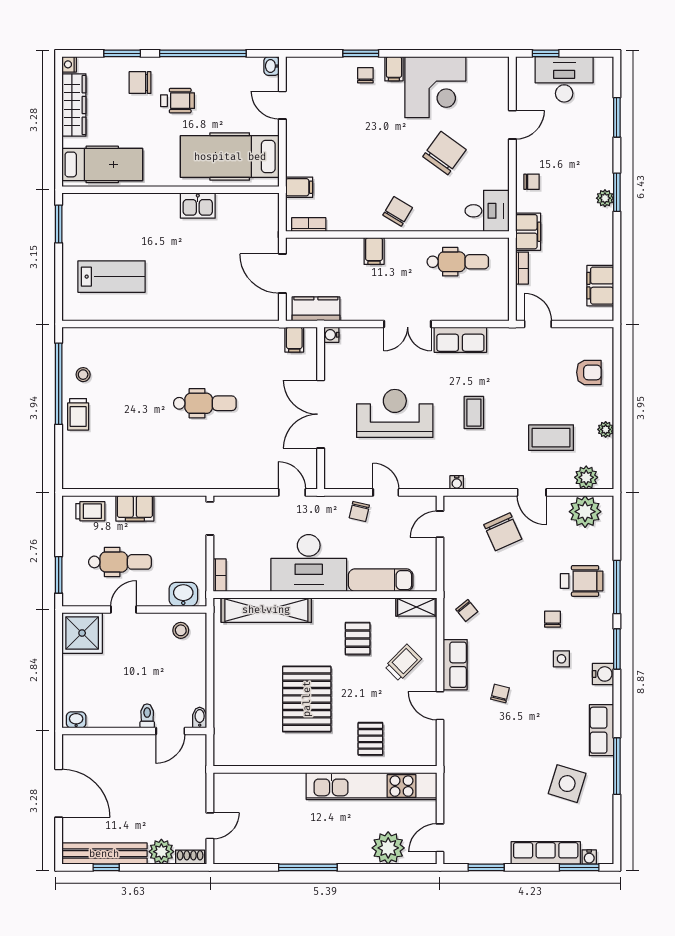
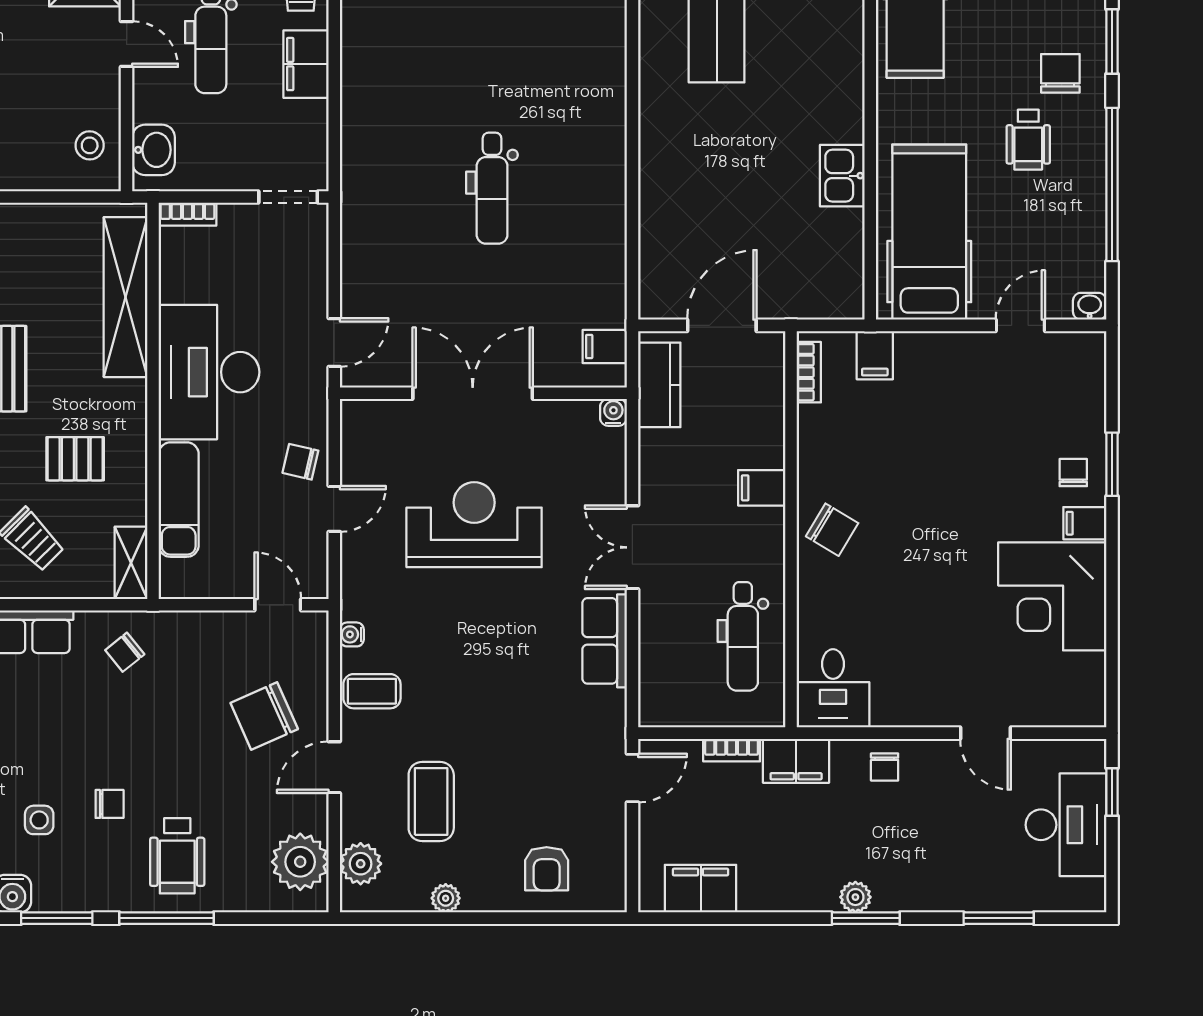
chair: (365, 75) -> (1073, 473), turned -90
chair: (444, 153) -> (935, 613), removed
reception desk: (395, 413) -> (474, 525), turned -90
coffee table: (474, 413) -> (372, 691), moved

